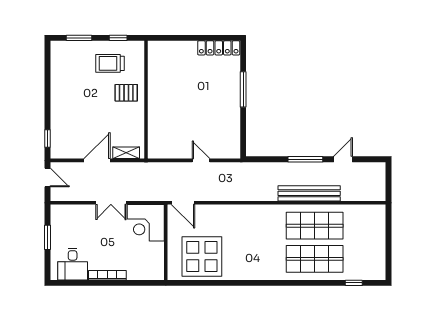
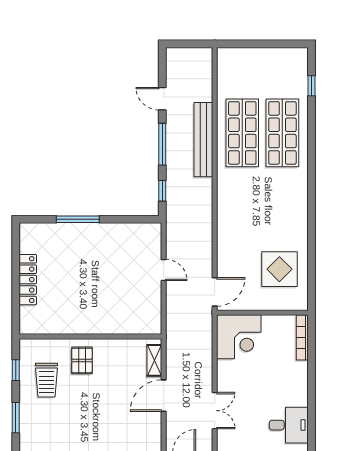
locker: (219, 48) -> (28, 280), moved
window: (267, 159) -> (162, 191), added
door: (97, 160) -> (164, 396), hinge flipped
door: (201, 160) -> (164, 270), swing flipped
double door: (111, 203) -> (215, 411), moved
display table: (202, 256) -> (279, 269), width x0.73, depth x0.73
bookcase: (107, 275) -> (302, 337), moved

